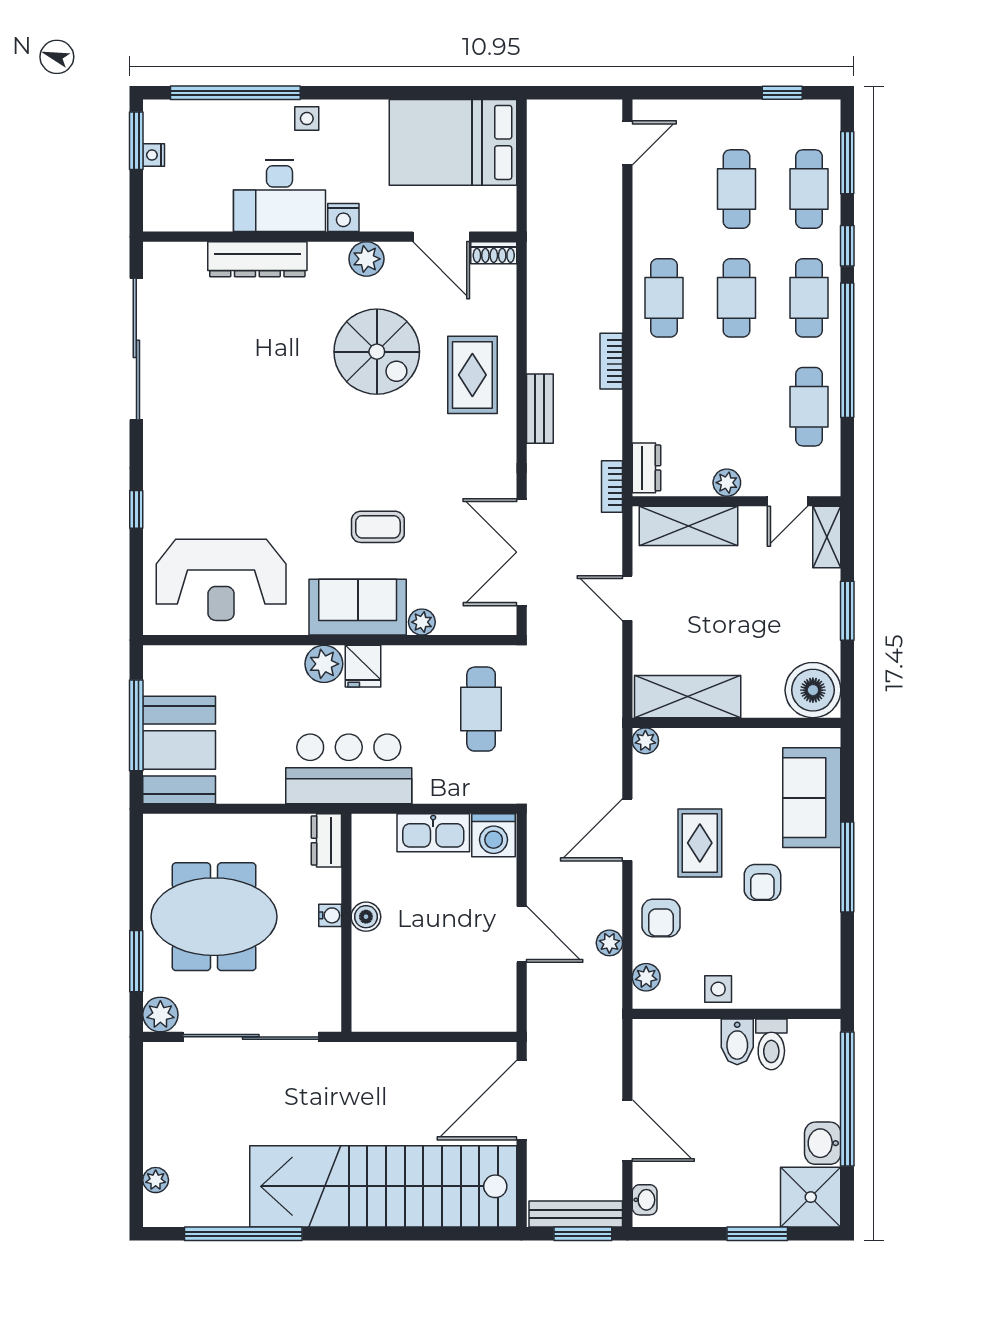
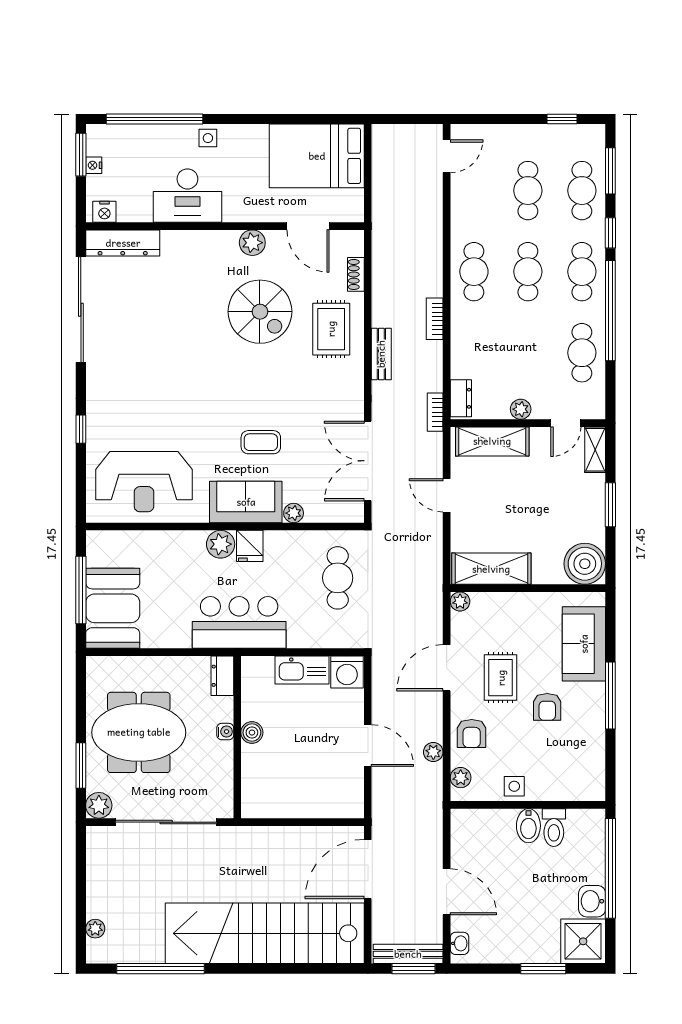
nightstand: (343, 218) -> (104, 212), moved
shoe rack: (494, 253) -> (356, 274), moved, turned 90
dresser: (257, 259) -> (123, 243), moved

